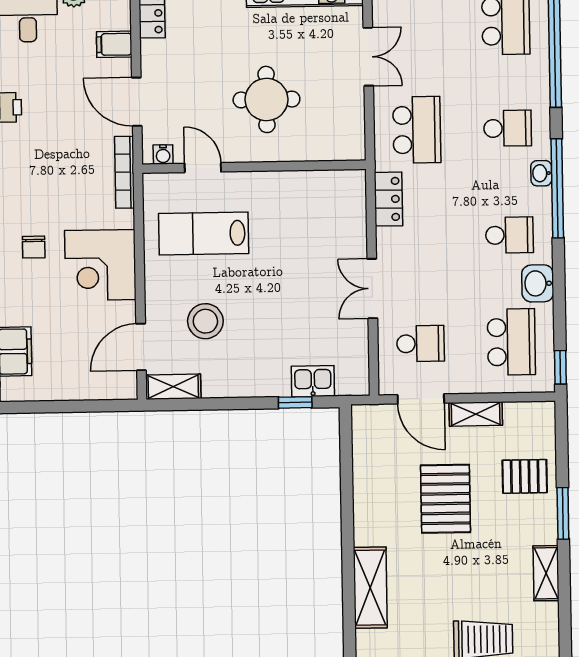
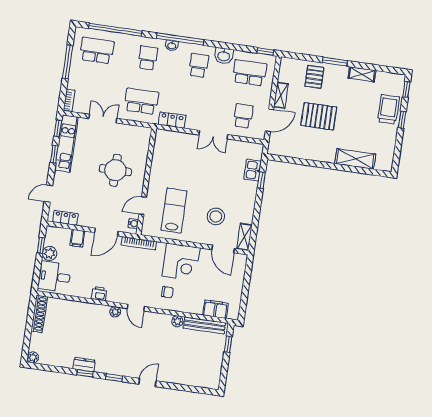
lab bench: (204, 233) -> (174, 211), turned 180

